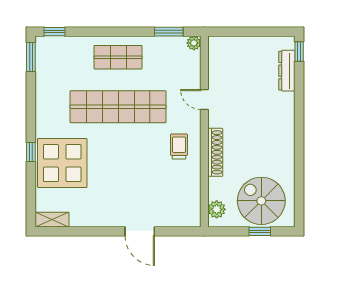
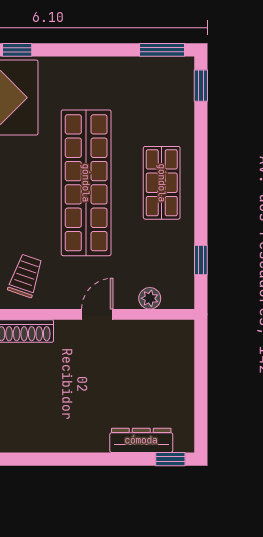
window: (169, 32) -> (201, 260), width x0.67
plant: (194, 43) -> (150, 298), moved
trolley: (179, 146) -> (26, 276), turned -71

